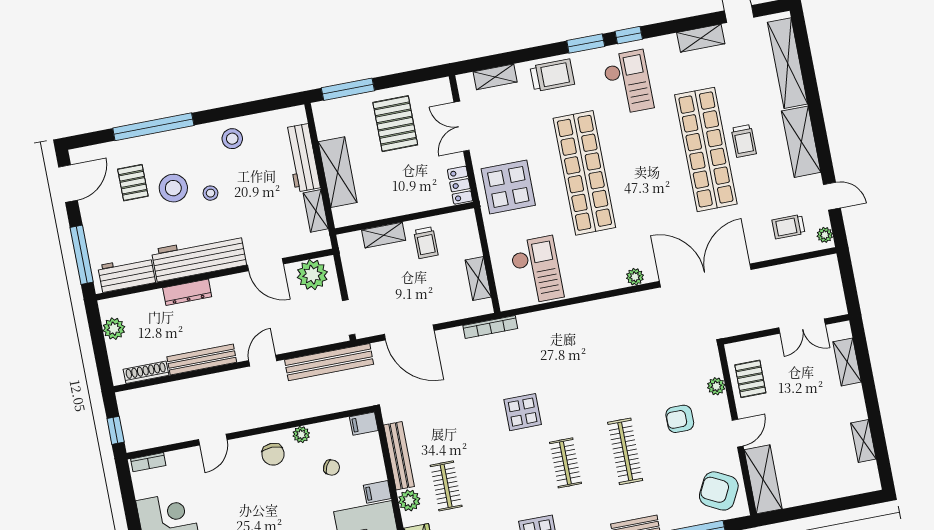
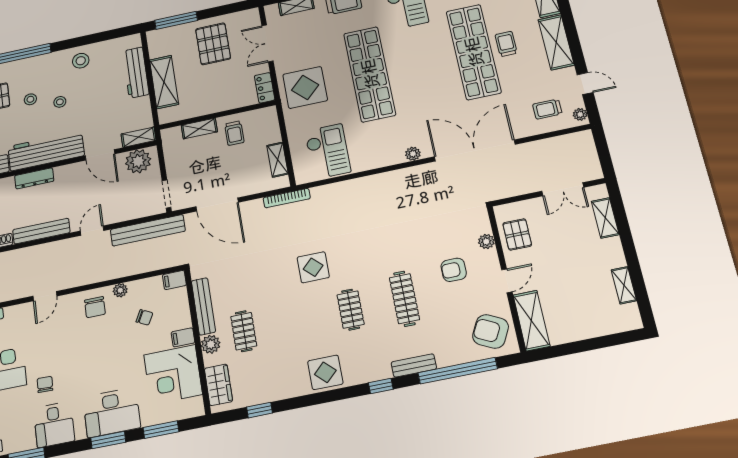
trolley: (744, 141) -> (506, 44), turned 180
stool: (173, 188) -> (30, 99), width x0.53, depth x0.53
shelving: (316, 211) -> (139, 137), moved, turned 90

